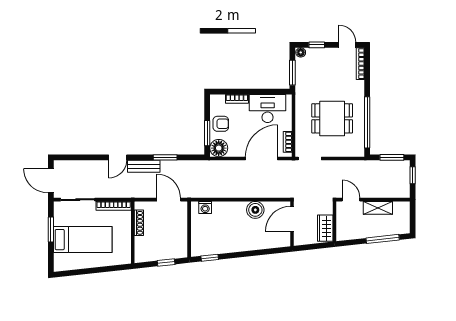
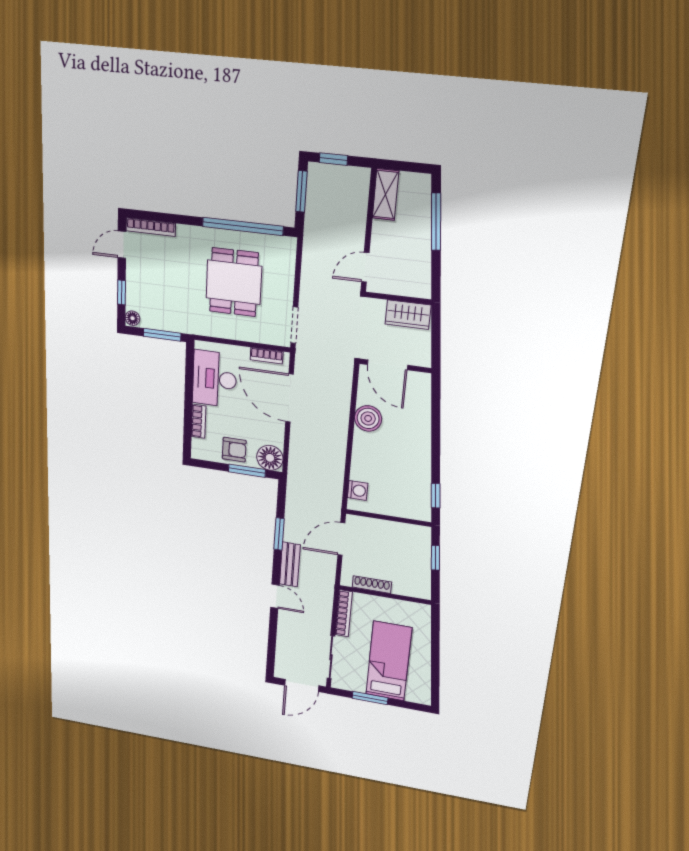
armchair: (221, 124) -> (234, 450), turned 90
shelving: (378, 208) -> (386, 194), moved

